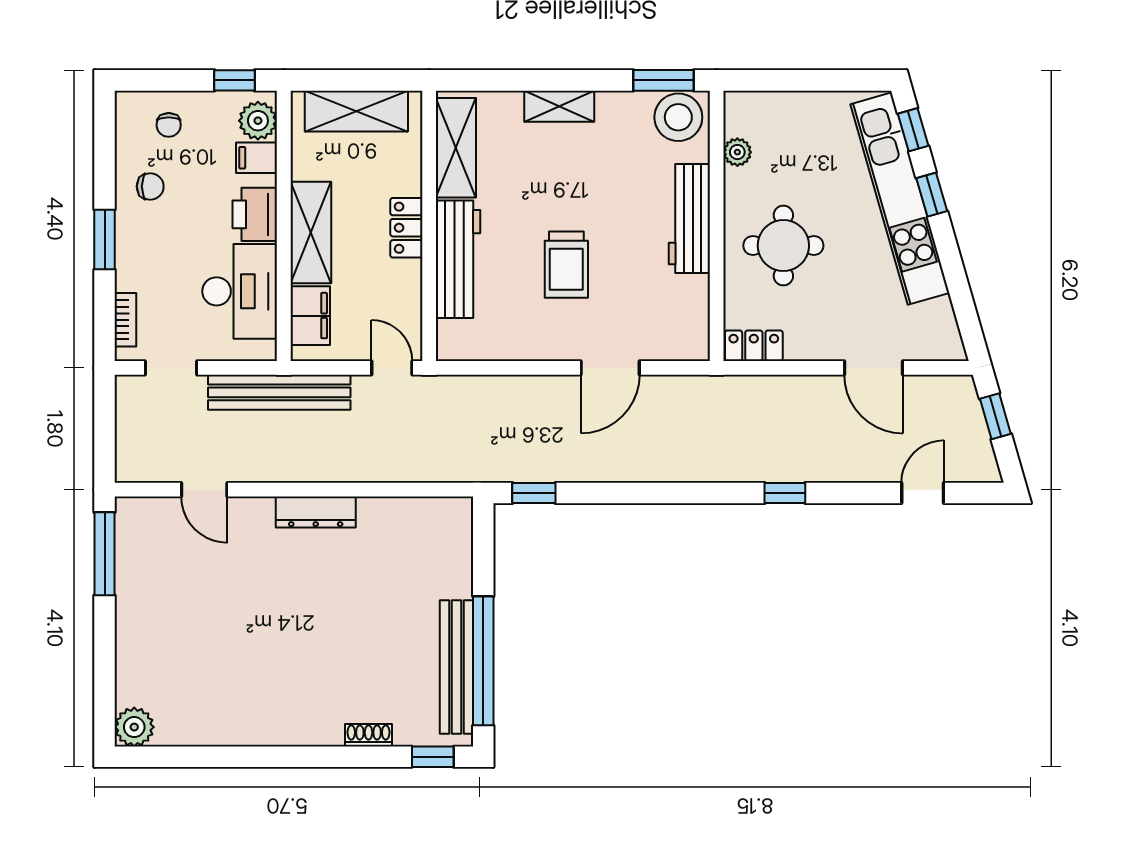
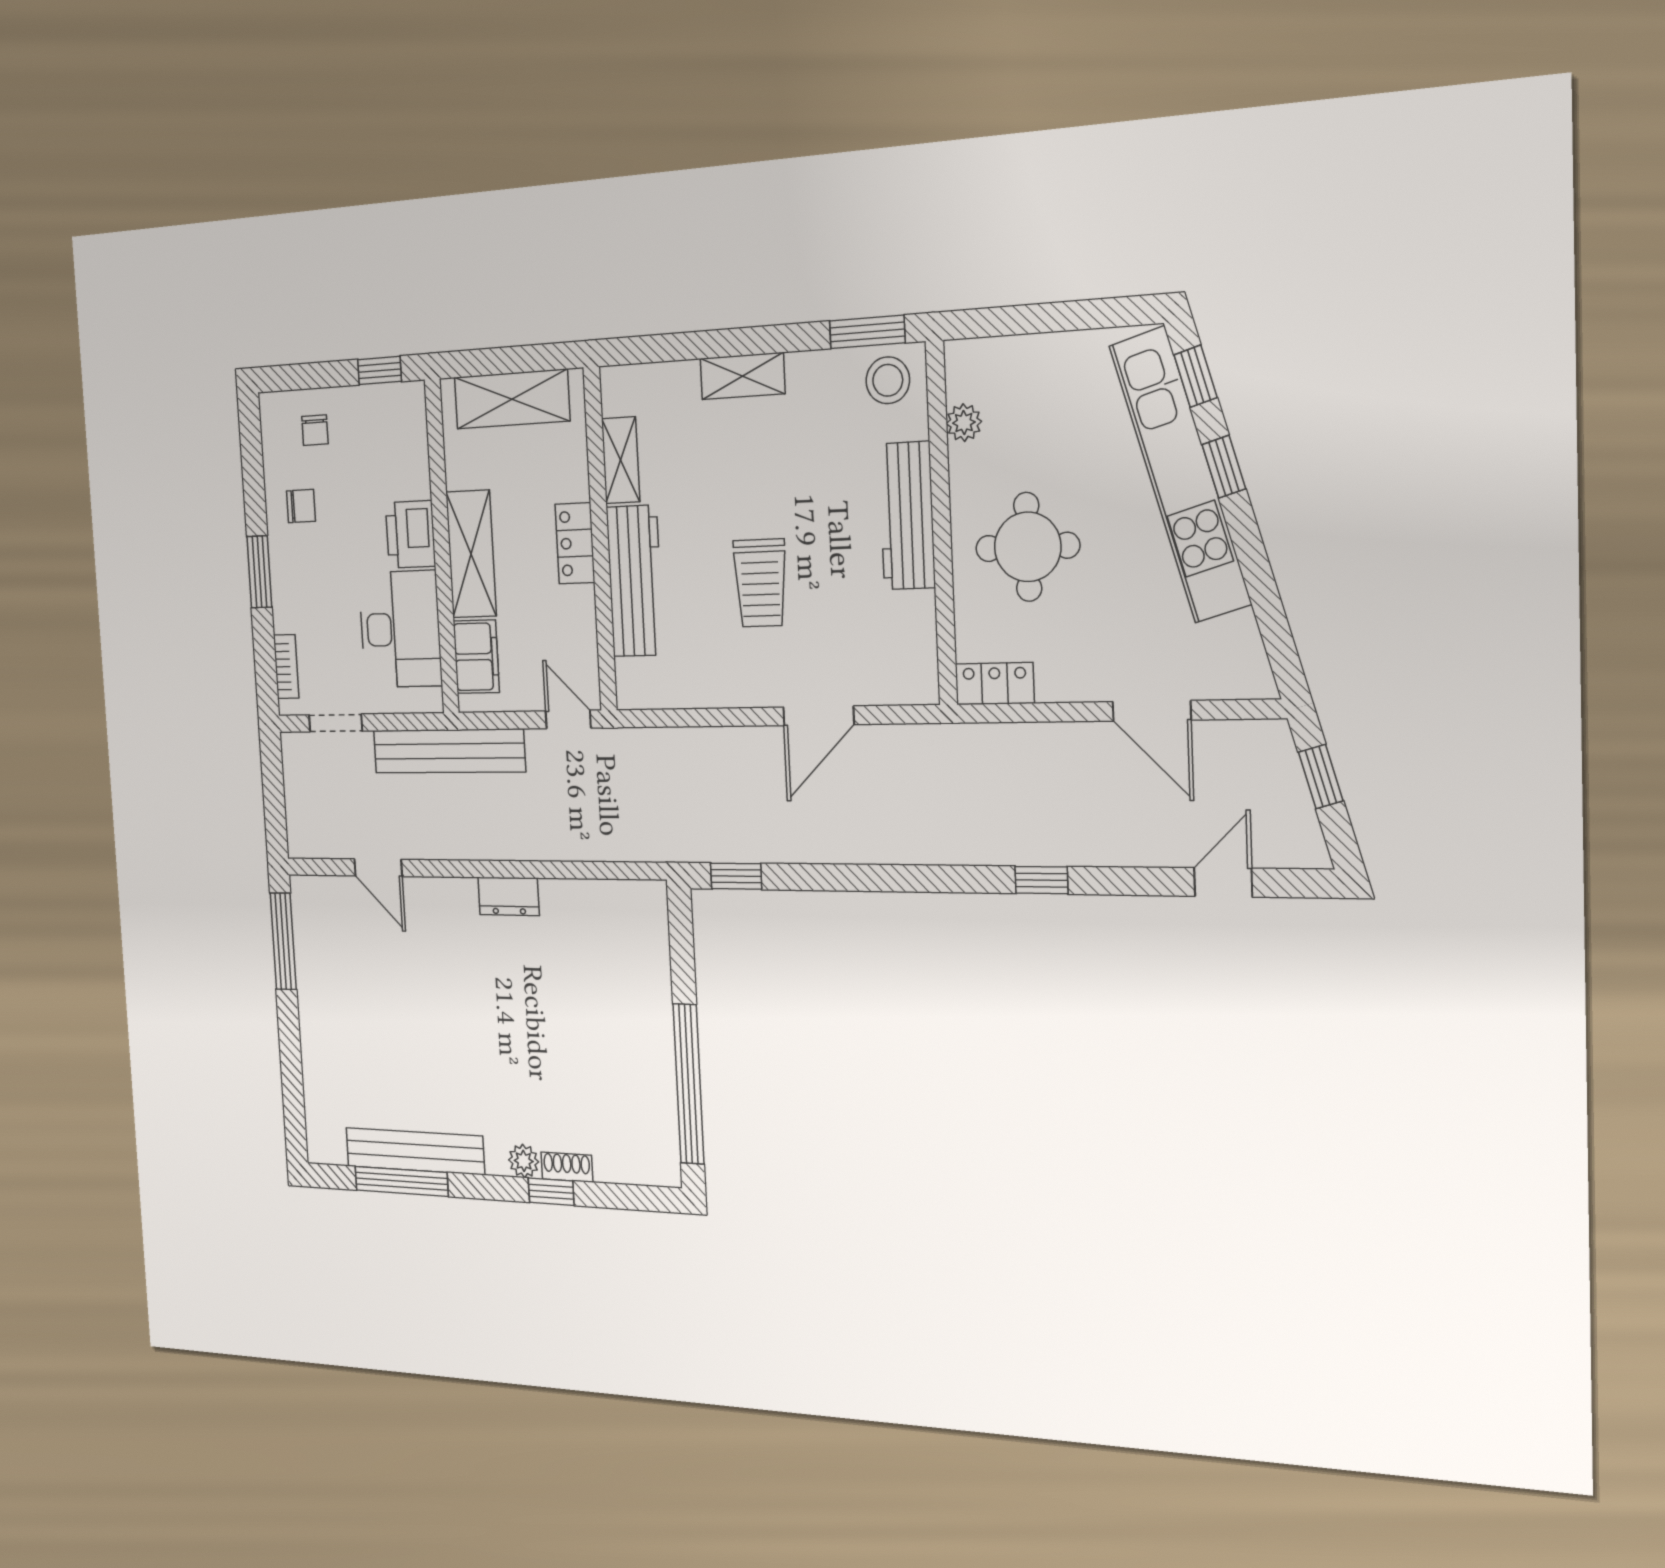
stool: (678, 117) -> (888, 380), width x0.73, depth x0.73
plant: (258, 121) -> (407, 419), removed
shelving: (456, 148) -> (621, 460), width x0.67, depth x0.75
filing cabinet: (257, 158) -> (408, 465), removed
dresser: (316, 512) -> (509, 896), width x0.70
bench: (456, 667) -> (415, 1151), moved, turned 90
plant: (134, 727) -> (524, 1161), moved, width x0.73, depth x0.73
window: (208, 757) -> (401, 1181), added
window: (433, 757) -> (551, 1192), moved

